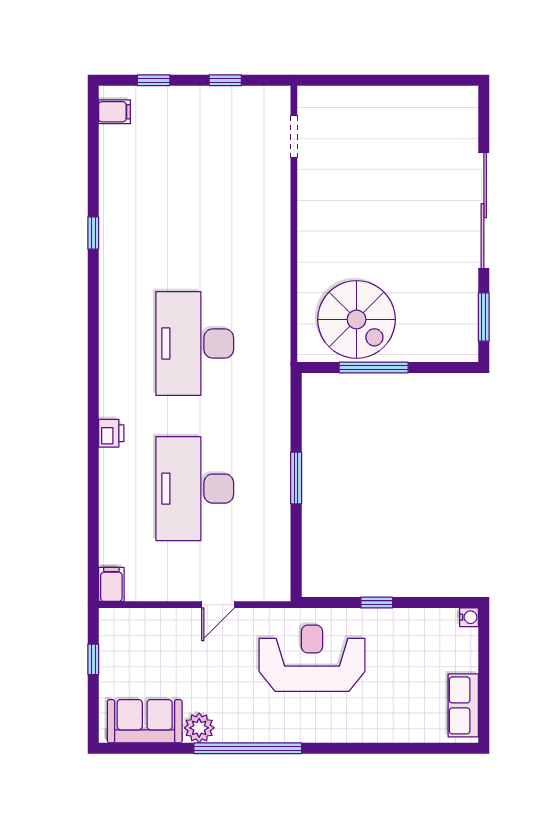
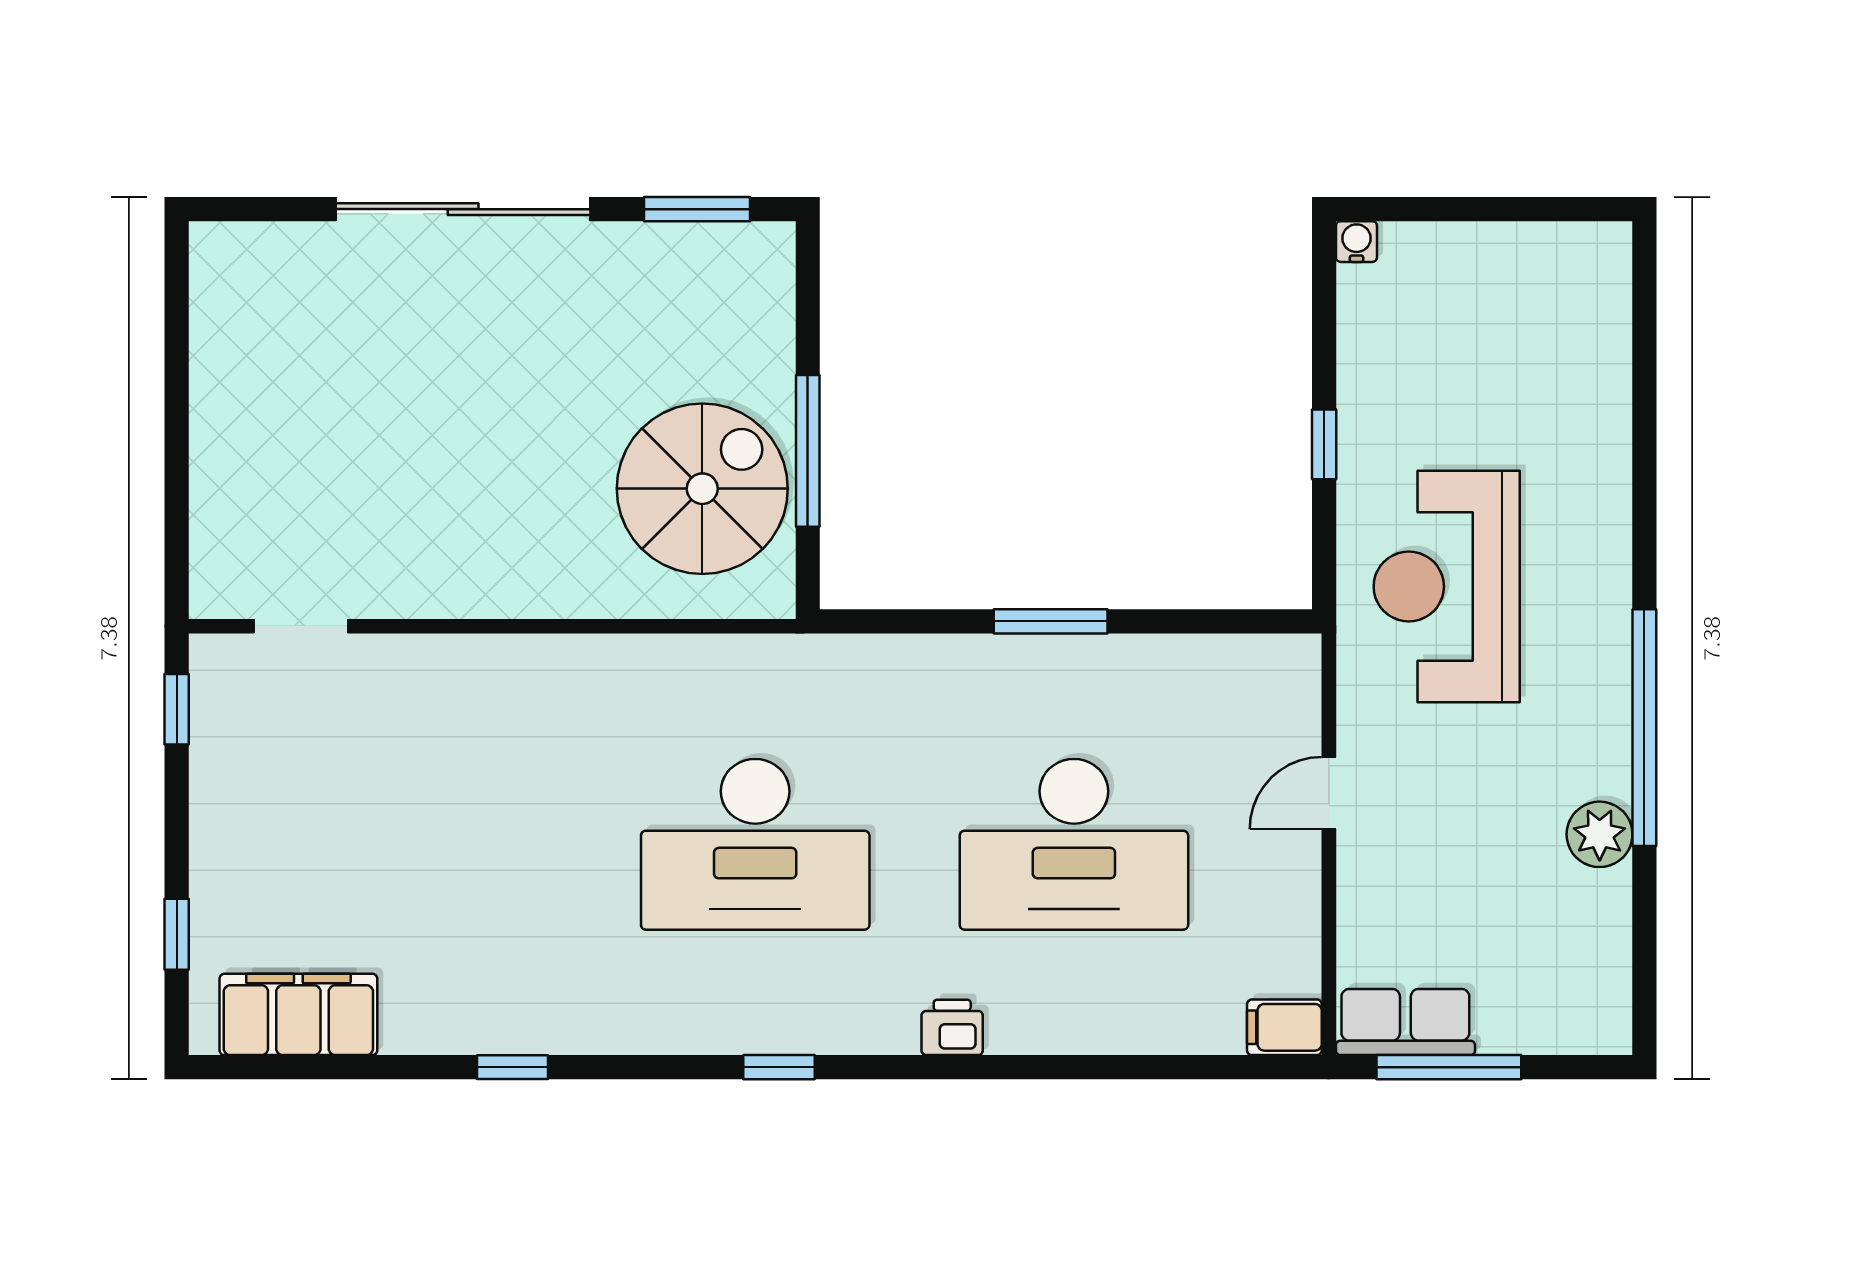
window: (225, 80) -> (177, 709), moved
filing cabinet: (115, 112) -> (298, 1014), width x3.00, depth x1.17
window: (93, 354) -> (779, 1067), added
door: (218, 605) -> (1329, 793), swing flipped
window: (93, 659) -> (1449, 1067), width x2.17
row of seats: (463, 705) -> (1405, 1022), moved, turned 180
sofa: (145, 721) -> (1585, 954), removed

